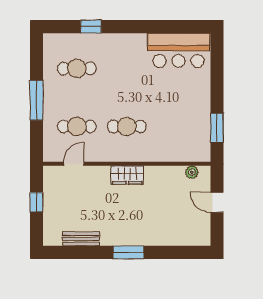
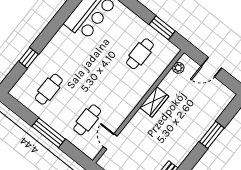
cafe table: (127, 126) -> (140, 54), moved
wardrobe: (127, 175) -> (154, 102), moved
window: (129, 252) -> (212, 135), moved

